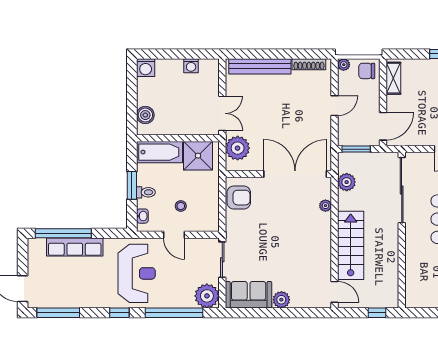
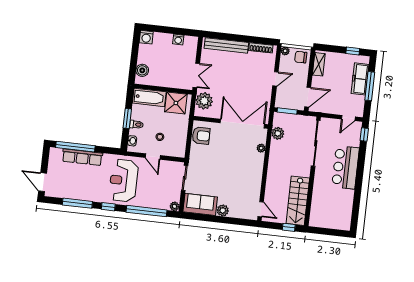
stairs: (351, 245) -> (298, 201), moved, turned 180
reception desk: (137, 273) -> (124, 181), turned 180
plant: (207, 296) -> (175, 206), width x0.53, depth x0.53
window: (58, 313) -> (77, 203), moved

